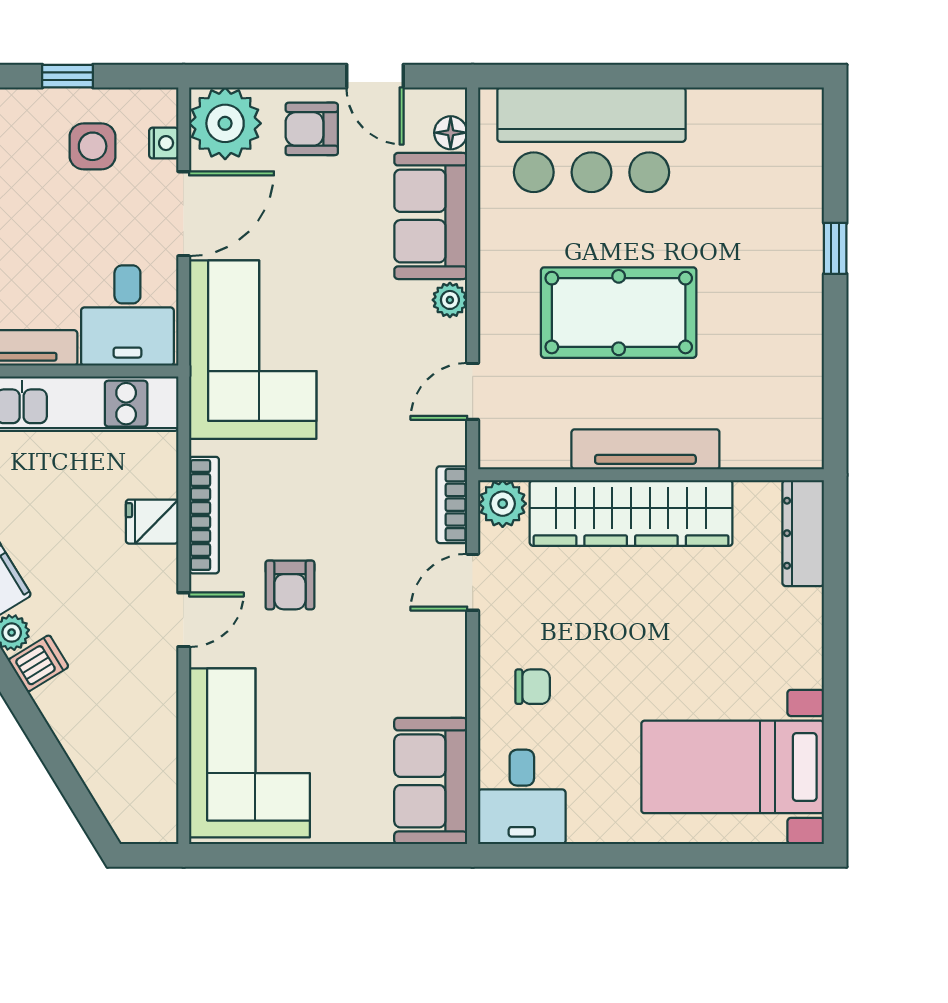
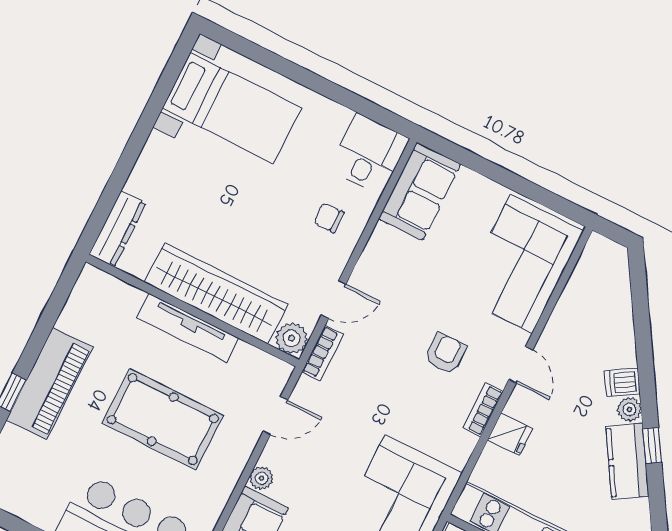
piano: (791, 285) -> (50, 383), added
bookcase: (204, 515) -> (483, 409), width x0.64
door: (184, 620) -> (521, 365), swing flipped

